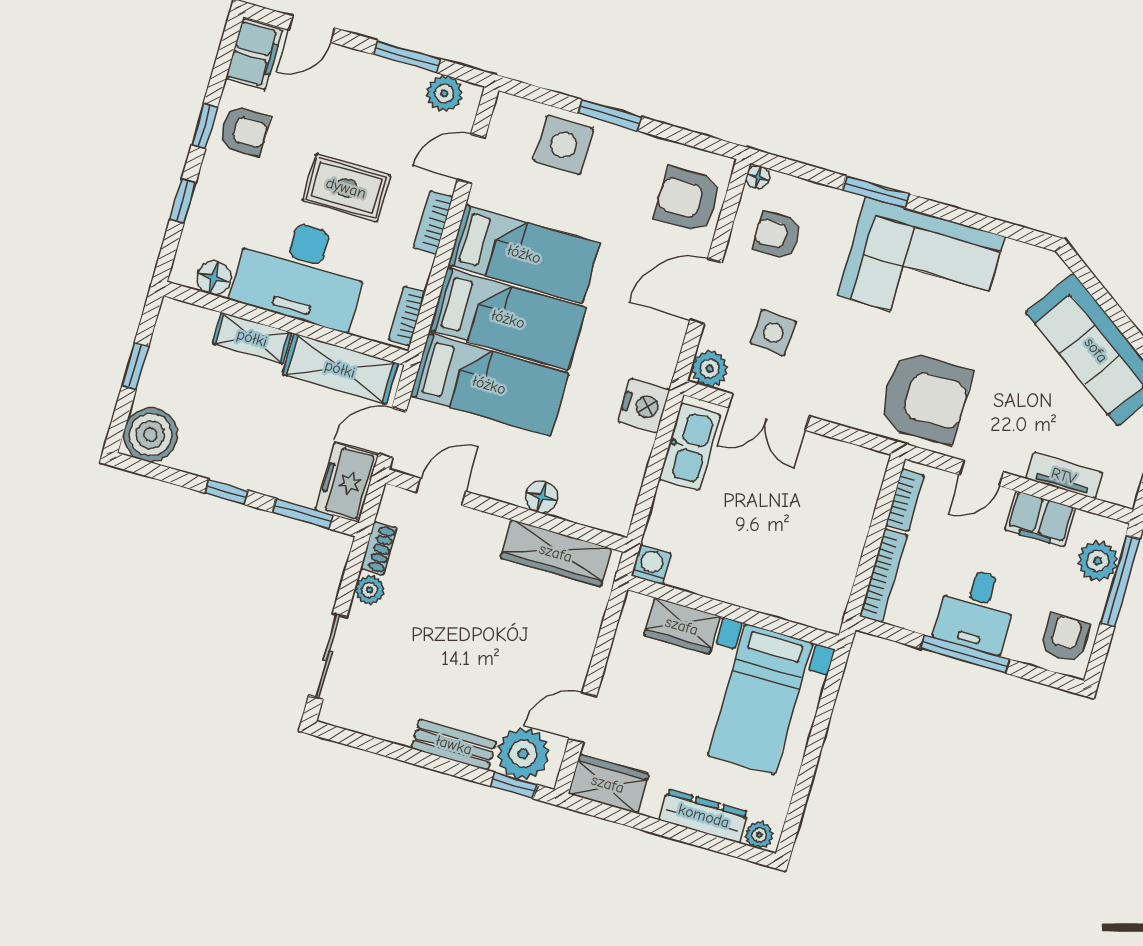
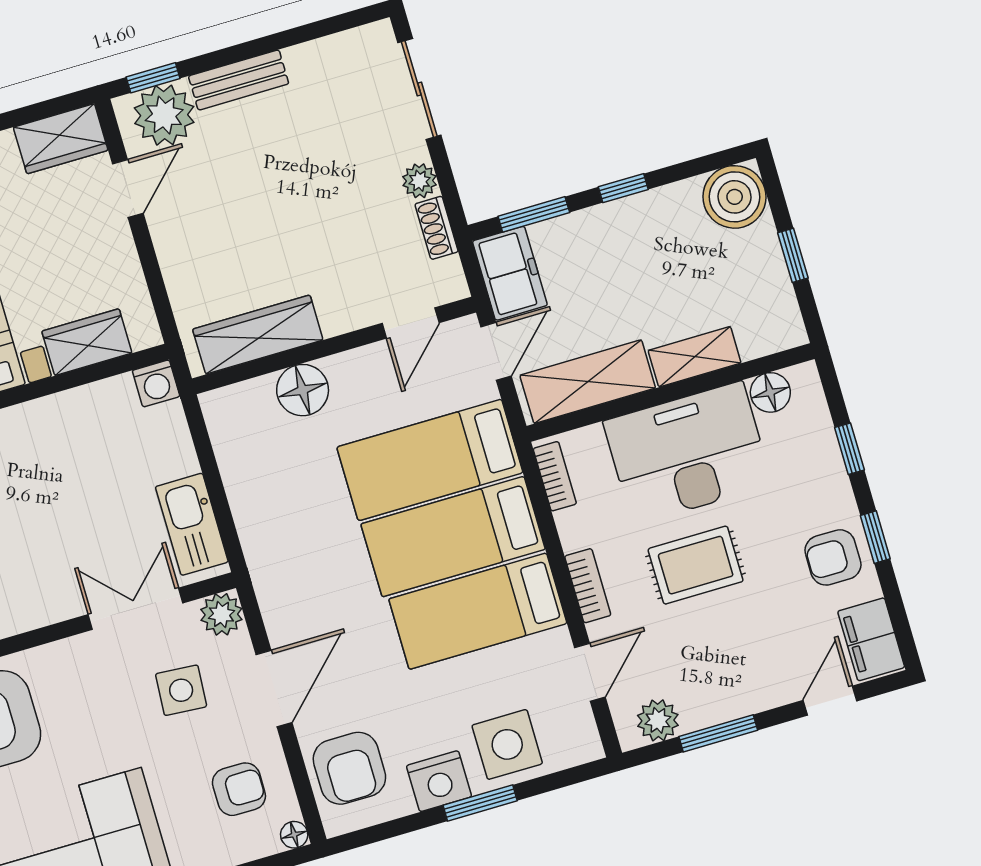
armchair: (688, 200) -> (349, 768), turned 90
nightstand: (644, 406) -> (439, 781), moved, turned -90
floor lamp: (542, 497) -> (303, 390), width x1.38, depth x1.38

